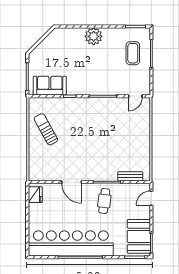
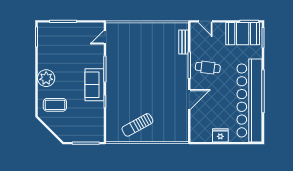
coffee table: (133, 53) -> (55, 105), moved
sofa: (50, 86) -> (95, 85), moved
door: (135, 96) -> (105, 37), swing flipped
fridge: (35, 195) -> (220, 135), moved

